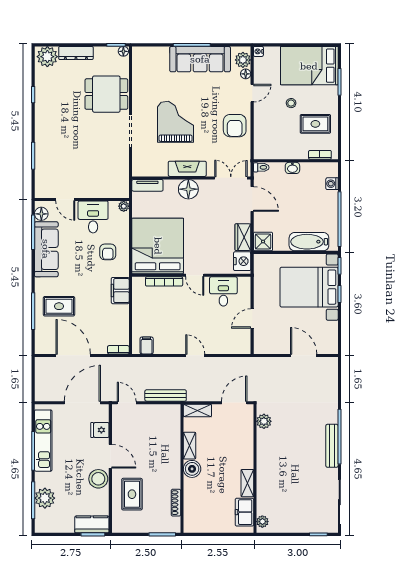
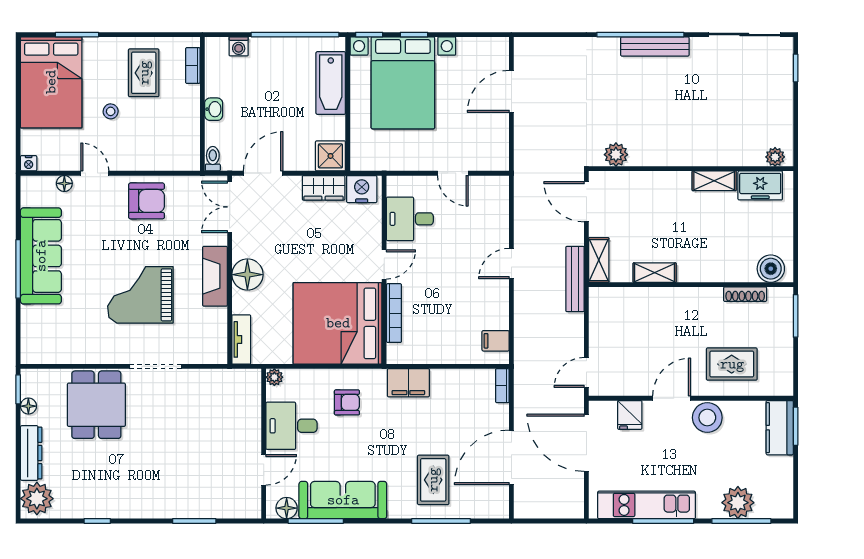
floor lamp: (123, 51) -> (28, 406), moved
plant: (243, 60) -> (42, 188), removed
bench: (166, 395) -> (575, 279), moved
boiler: (192, 469) -> (771, 269), moved

